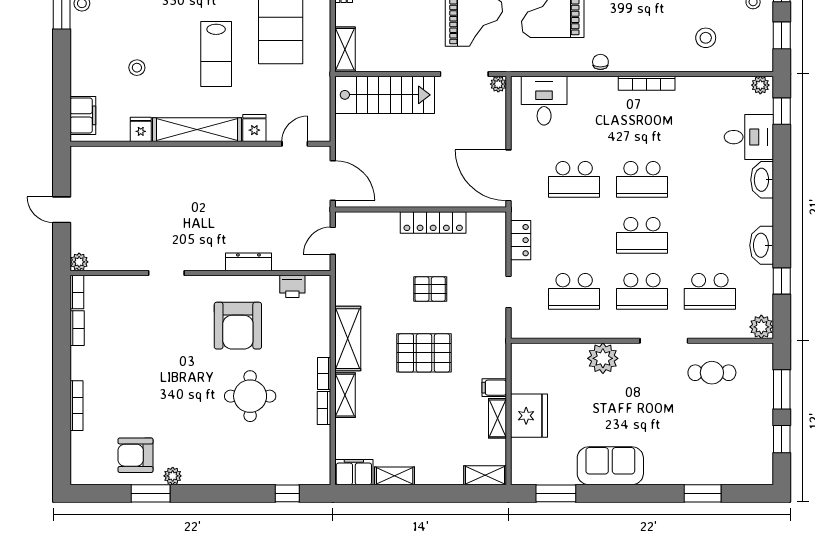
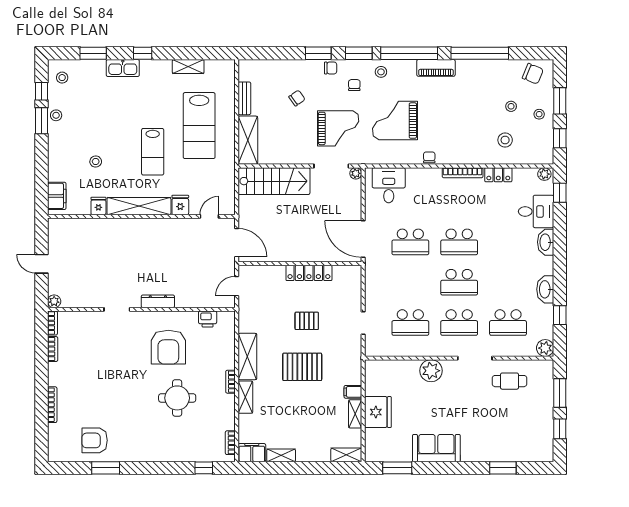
shelving: (345, 49) -> (248, 140), width x1.50, depth x1.33
locker: (521, 240) -> (498, 175), moved, turned 90
dresser: (248, 262) -> (158, 301), moved
bookcase: (324, 408) -> (230, 443), moved
plant: (173, 476) -> (121, 455), removed

